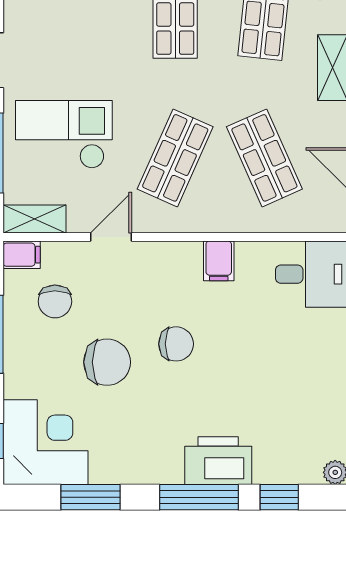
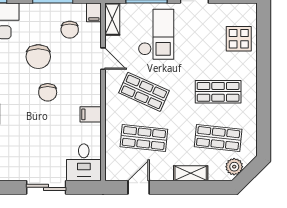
shop shelf: (264, 158) -> (144, 138), turned 30
chair: (55, 301) -> (70, 30), turned -90

